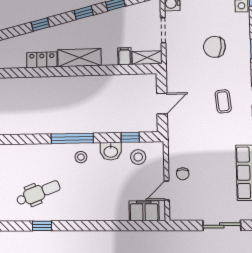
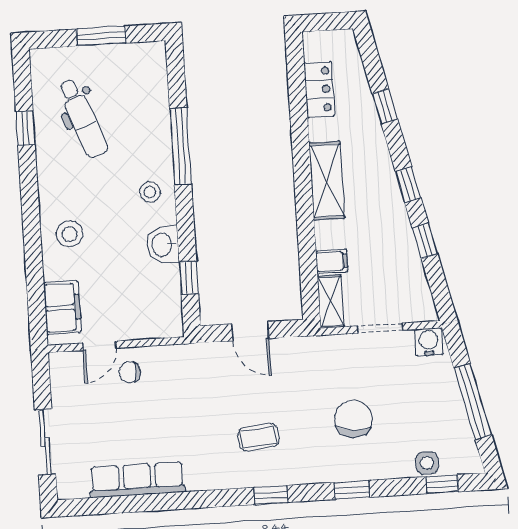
locker: (42, 60) -> (319, 89), moved
window: (72, 138) -> (180, 146), moved
stool: (138, 157) -> (70, 234), moved
door: (167, 191) -> (99, 346), swing flipped

